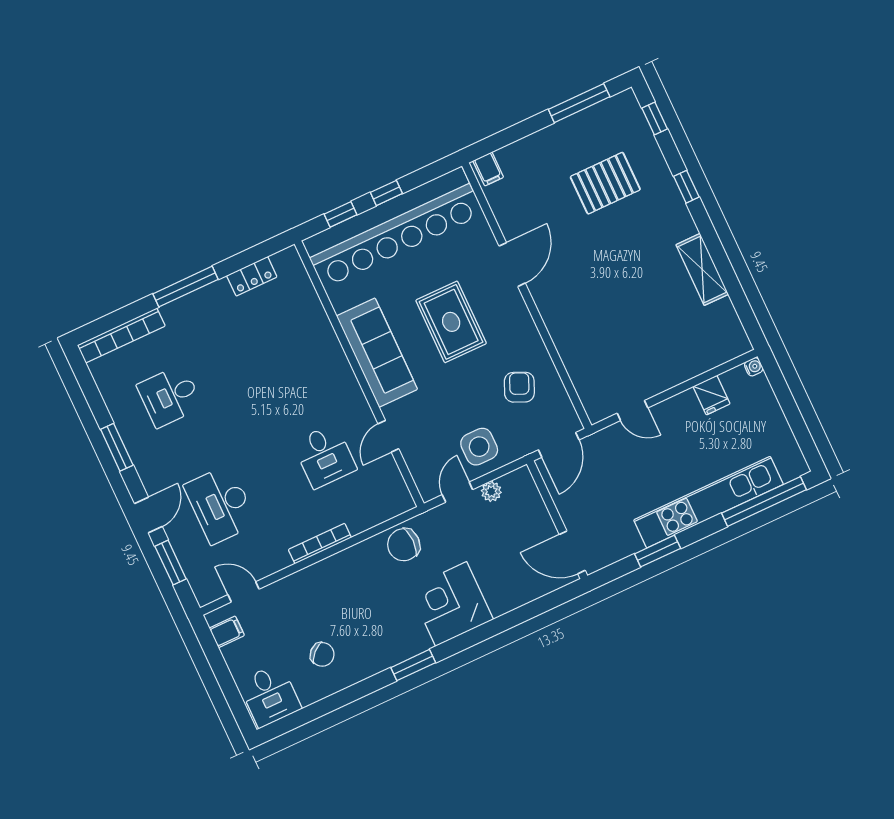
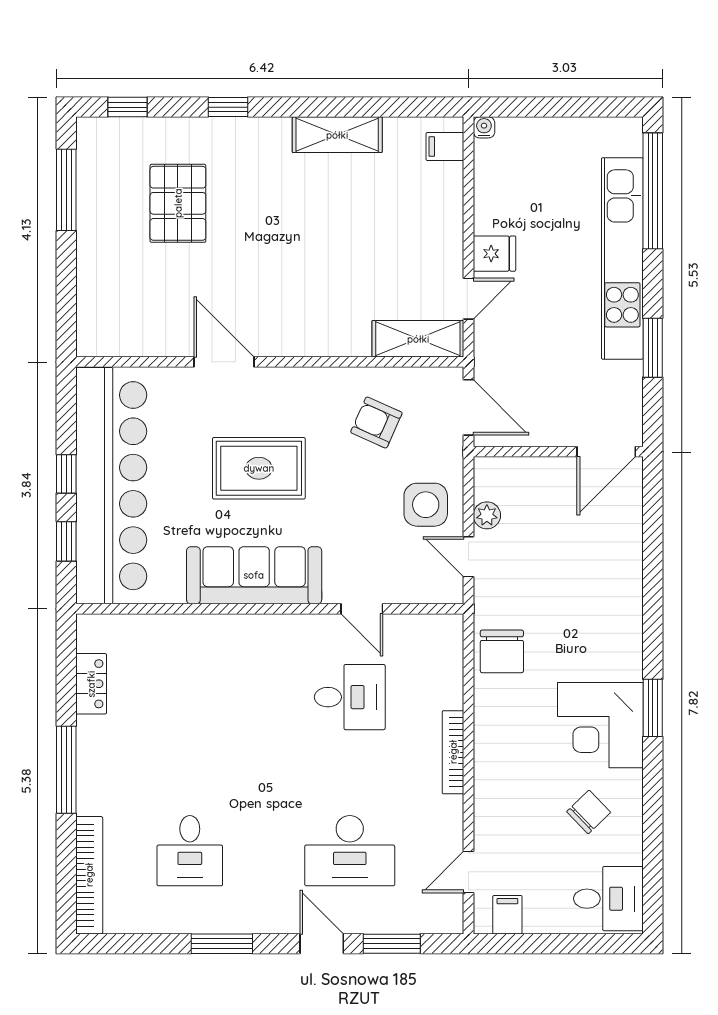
filing cabinet: (488, 169) -> (445, 147), moved, turned 180
shelving: (589, 389) -> (418, 339), added
fridge: (712, 395) -> (494, 254), moved
corner desk: (451, 604) -> (600, 725), moved

